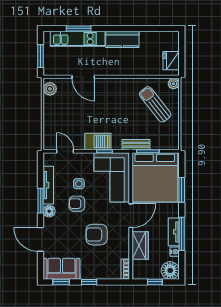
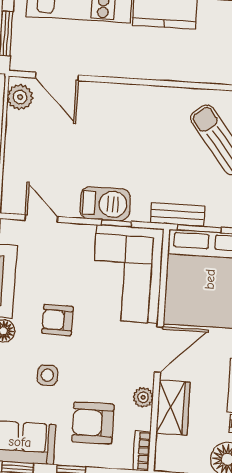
door: (83, 77) -> (57, 76), moved
side table: (79, 184) -> (47, 375), moved
armchair: (97, 235) -> (93, 423), moved
plant: (124, 241) -> (143, 397), added

